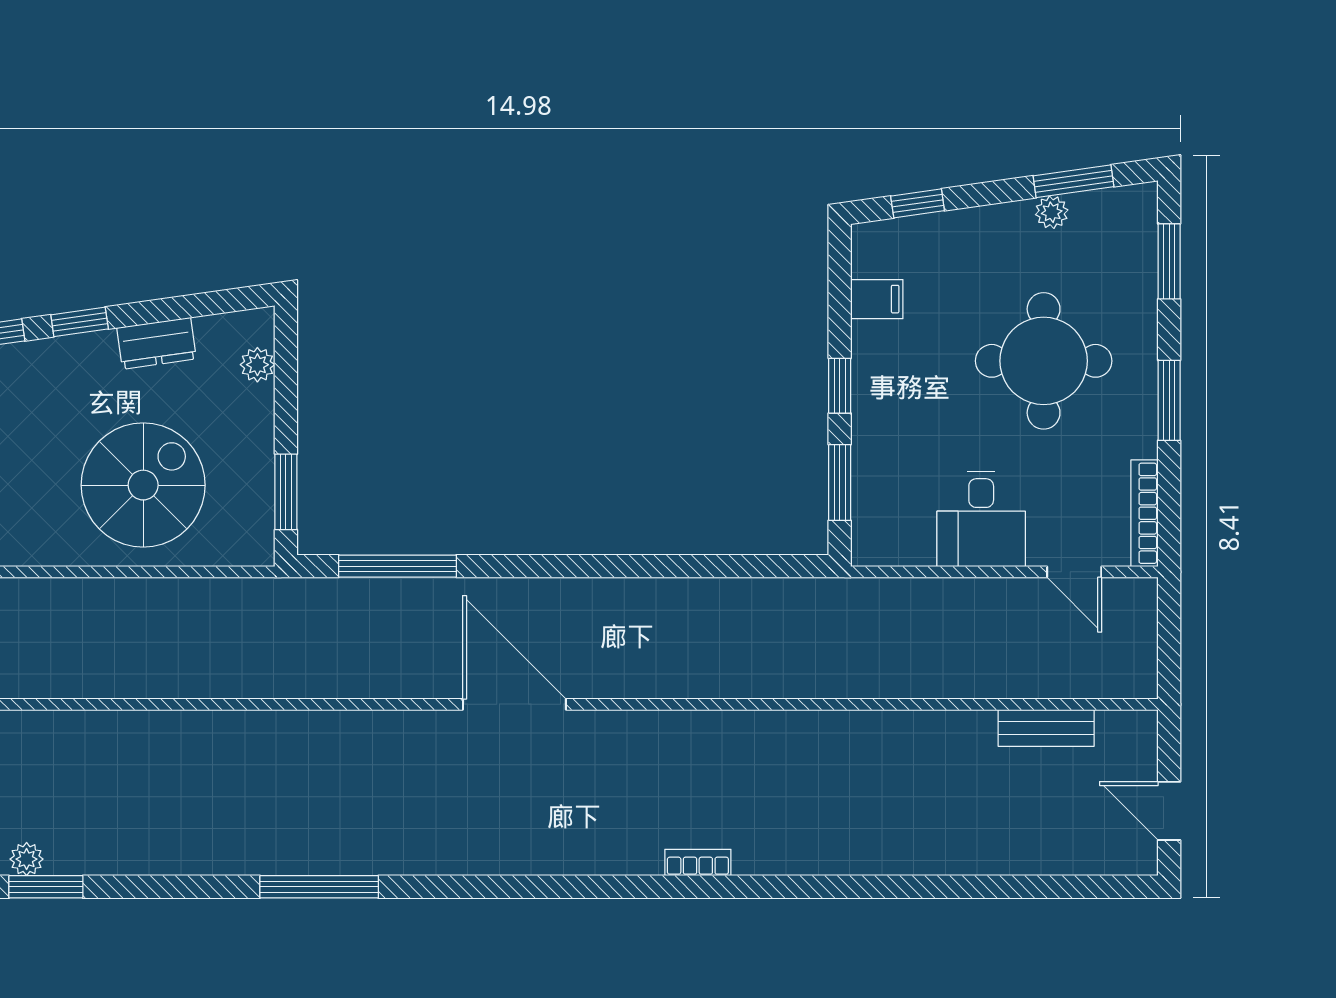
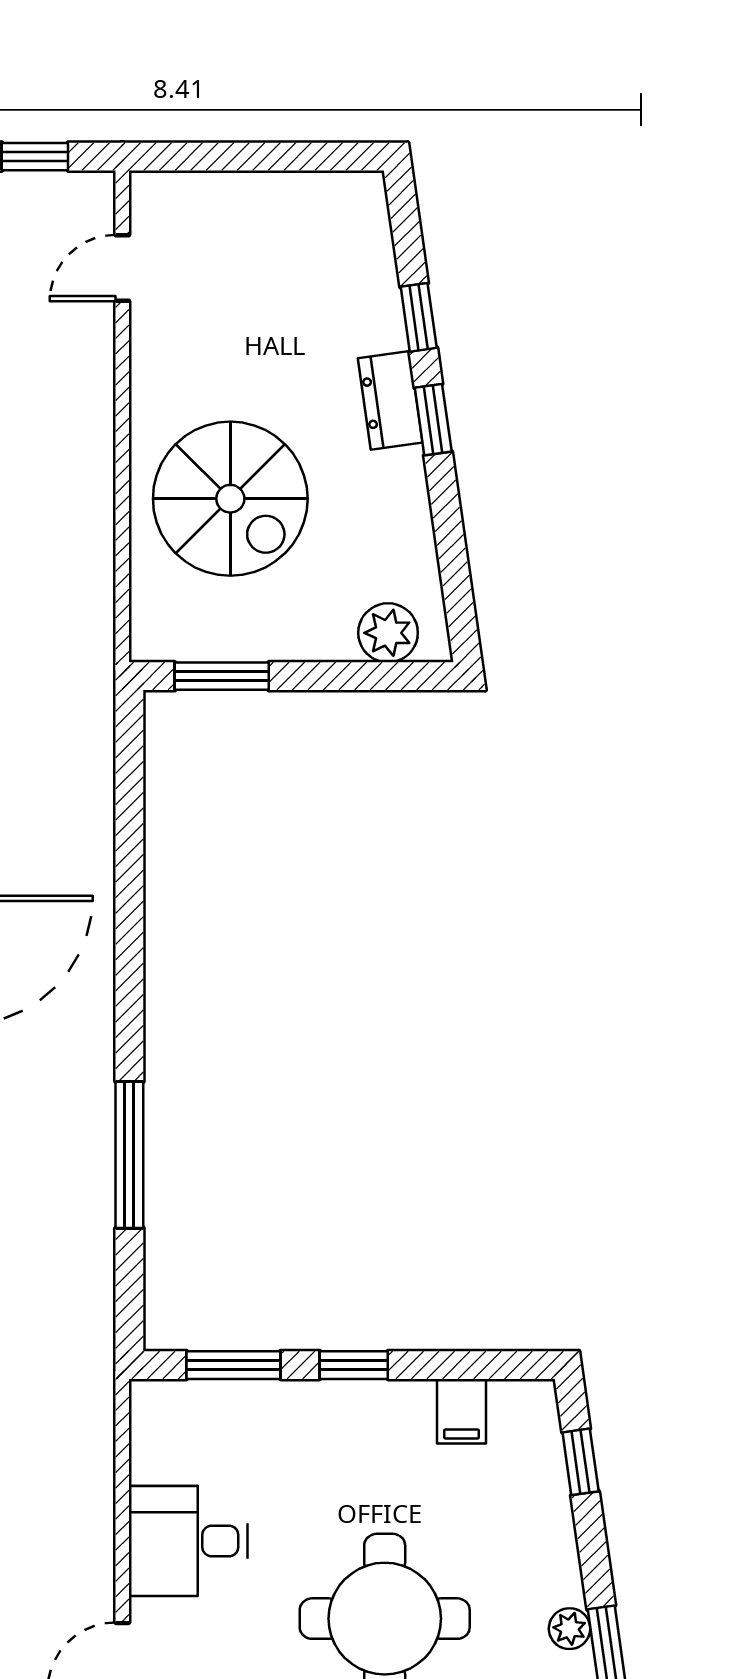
dresser: (157, 343) -> (390, 400), moved
plant: (257, 365) -> (388, 633), width x1.38, depth x1.38
window: (397, 566) -> (129, 1155), moved

